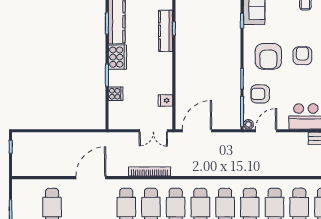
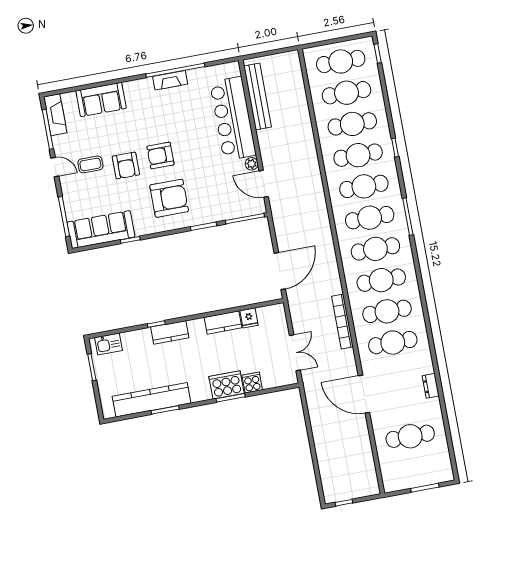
kitchen counter: (166, 31) -> (170, 332), width x0.67
cooker: (117, 57) -> (226, 385), moved
kitchen counter: (166, 80) -> (223, 322), added
armchair: (260, 94) -> (126, 166), moved
plant: (248, 124) -> (252, 164), moved
double door: (153, 131) -> (295, 353), moved
door: (197, 131) -> (280, 271), swing flipped

